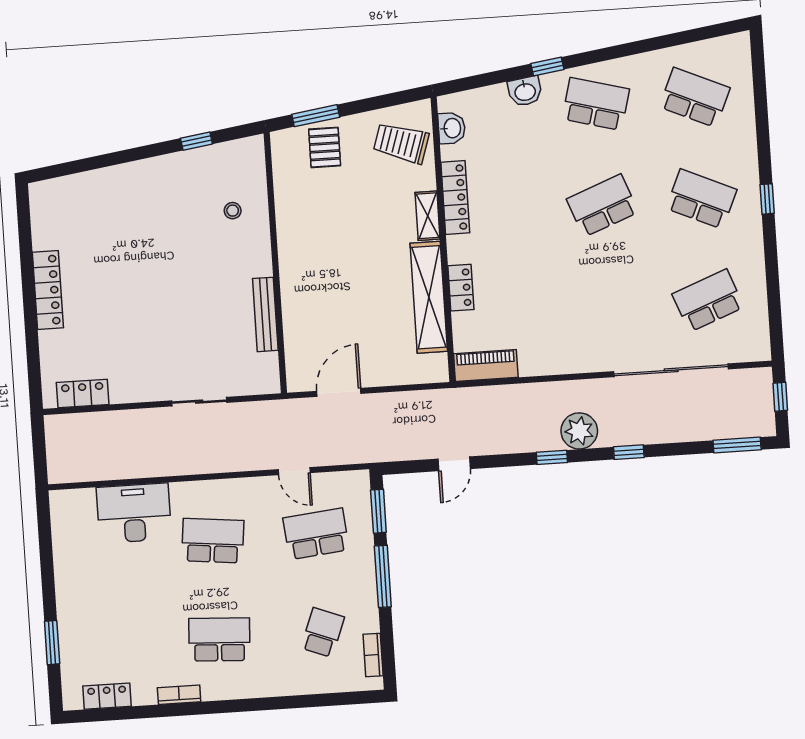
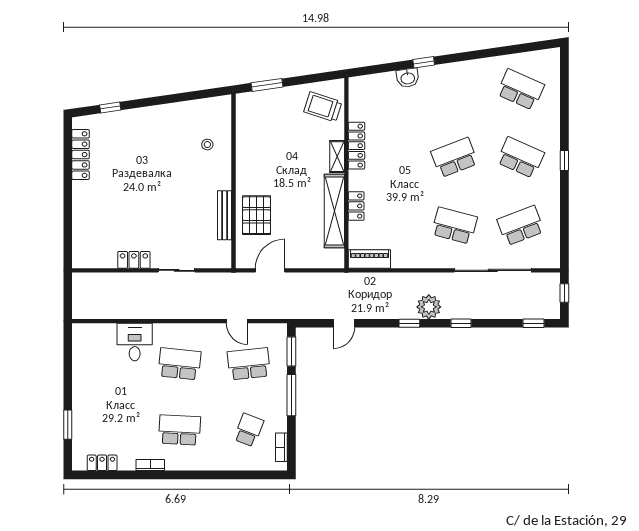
school desk: (596, 104) -> (454, 226), moved
washbasin: (452, 128) -> (357, 99), removed
window: (196, 141) -> (110, 108), moved
pallet: (325, 147) -> (257, 215), moved, width x1.50, depth x1.42
locker: (48, 290) -> (81, 155), moved
locker: (83, 393) -> (134, 260), moved
window: (737, 445) -> (533, 323), width x0.67
desk: (134, 513) -> (135, 342), width x0.73

